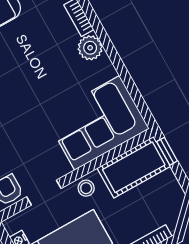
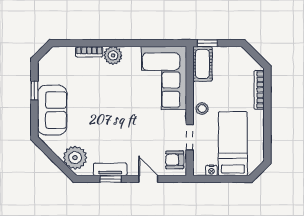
cot: (134, 167) -> (202, 64), width x0.73, depth x0.75

